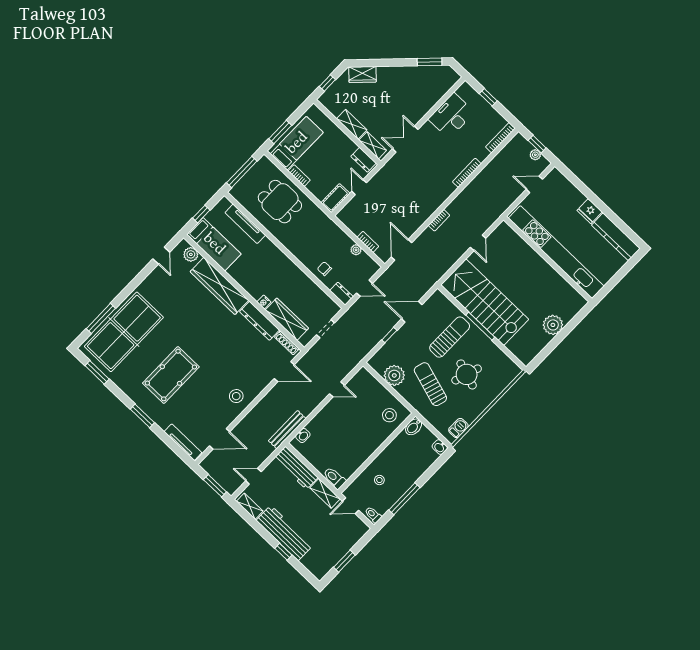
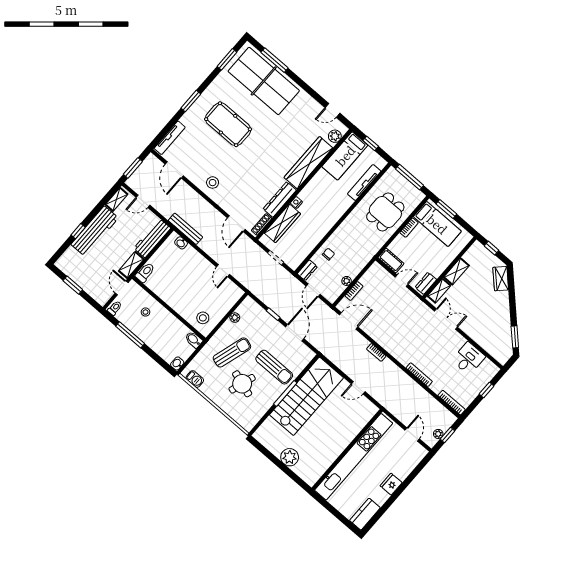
desk: (451, 116) -> (469, 358), width x0.73
kitchen counter: (616, 237) -> (365, 514), width x0.67
plant: (394, 375) -> (235, 318), width x0.53, depth x0.53
door: (253, 476) -> (143, 201), swing flipped

